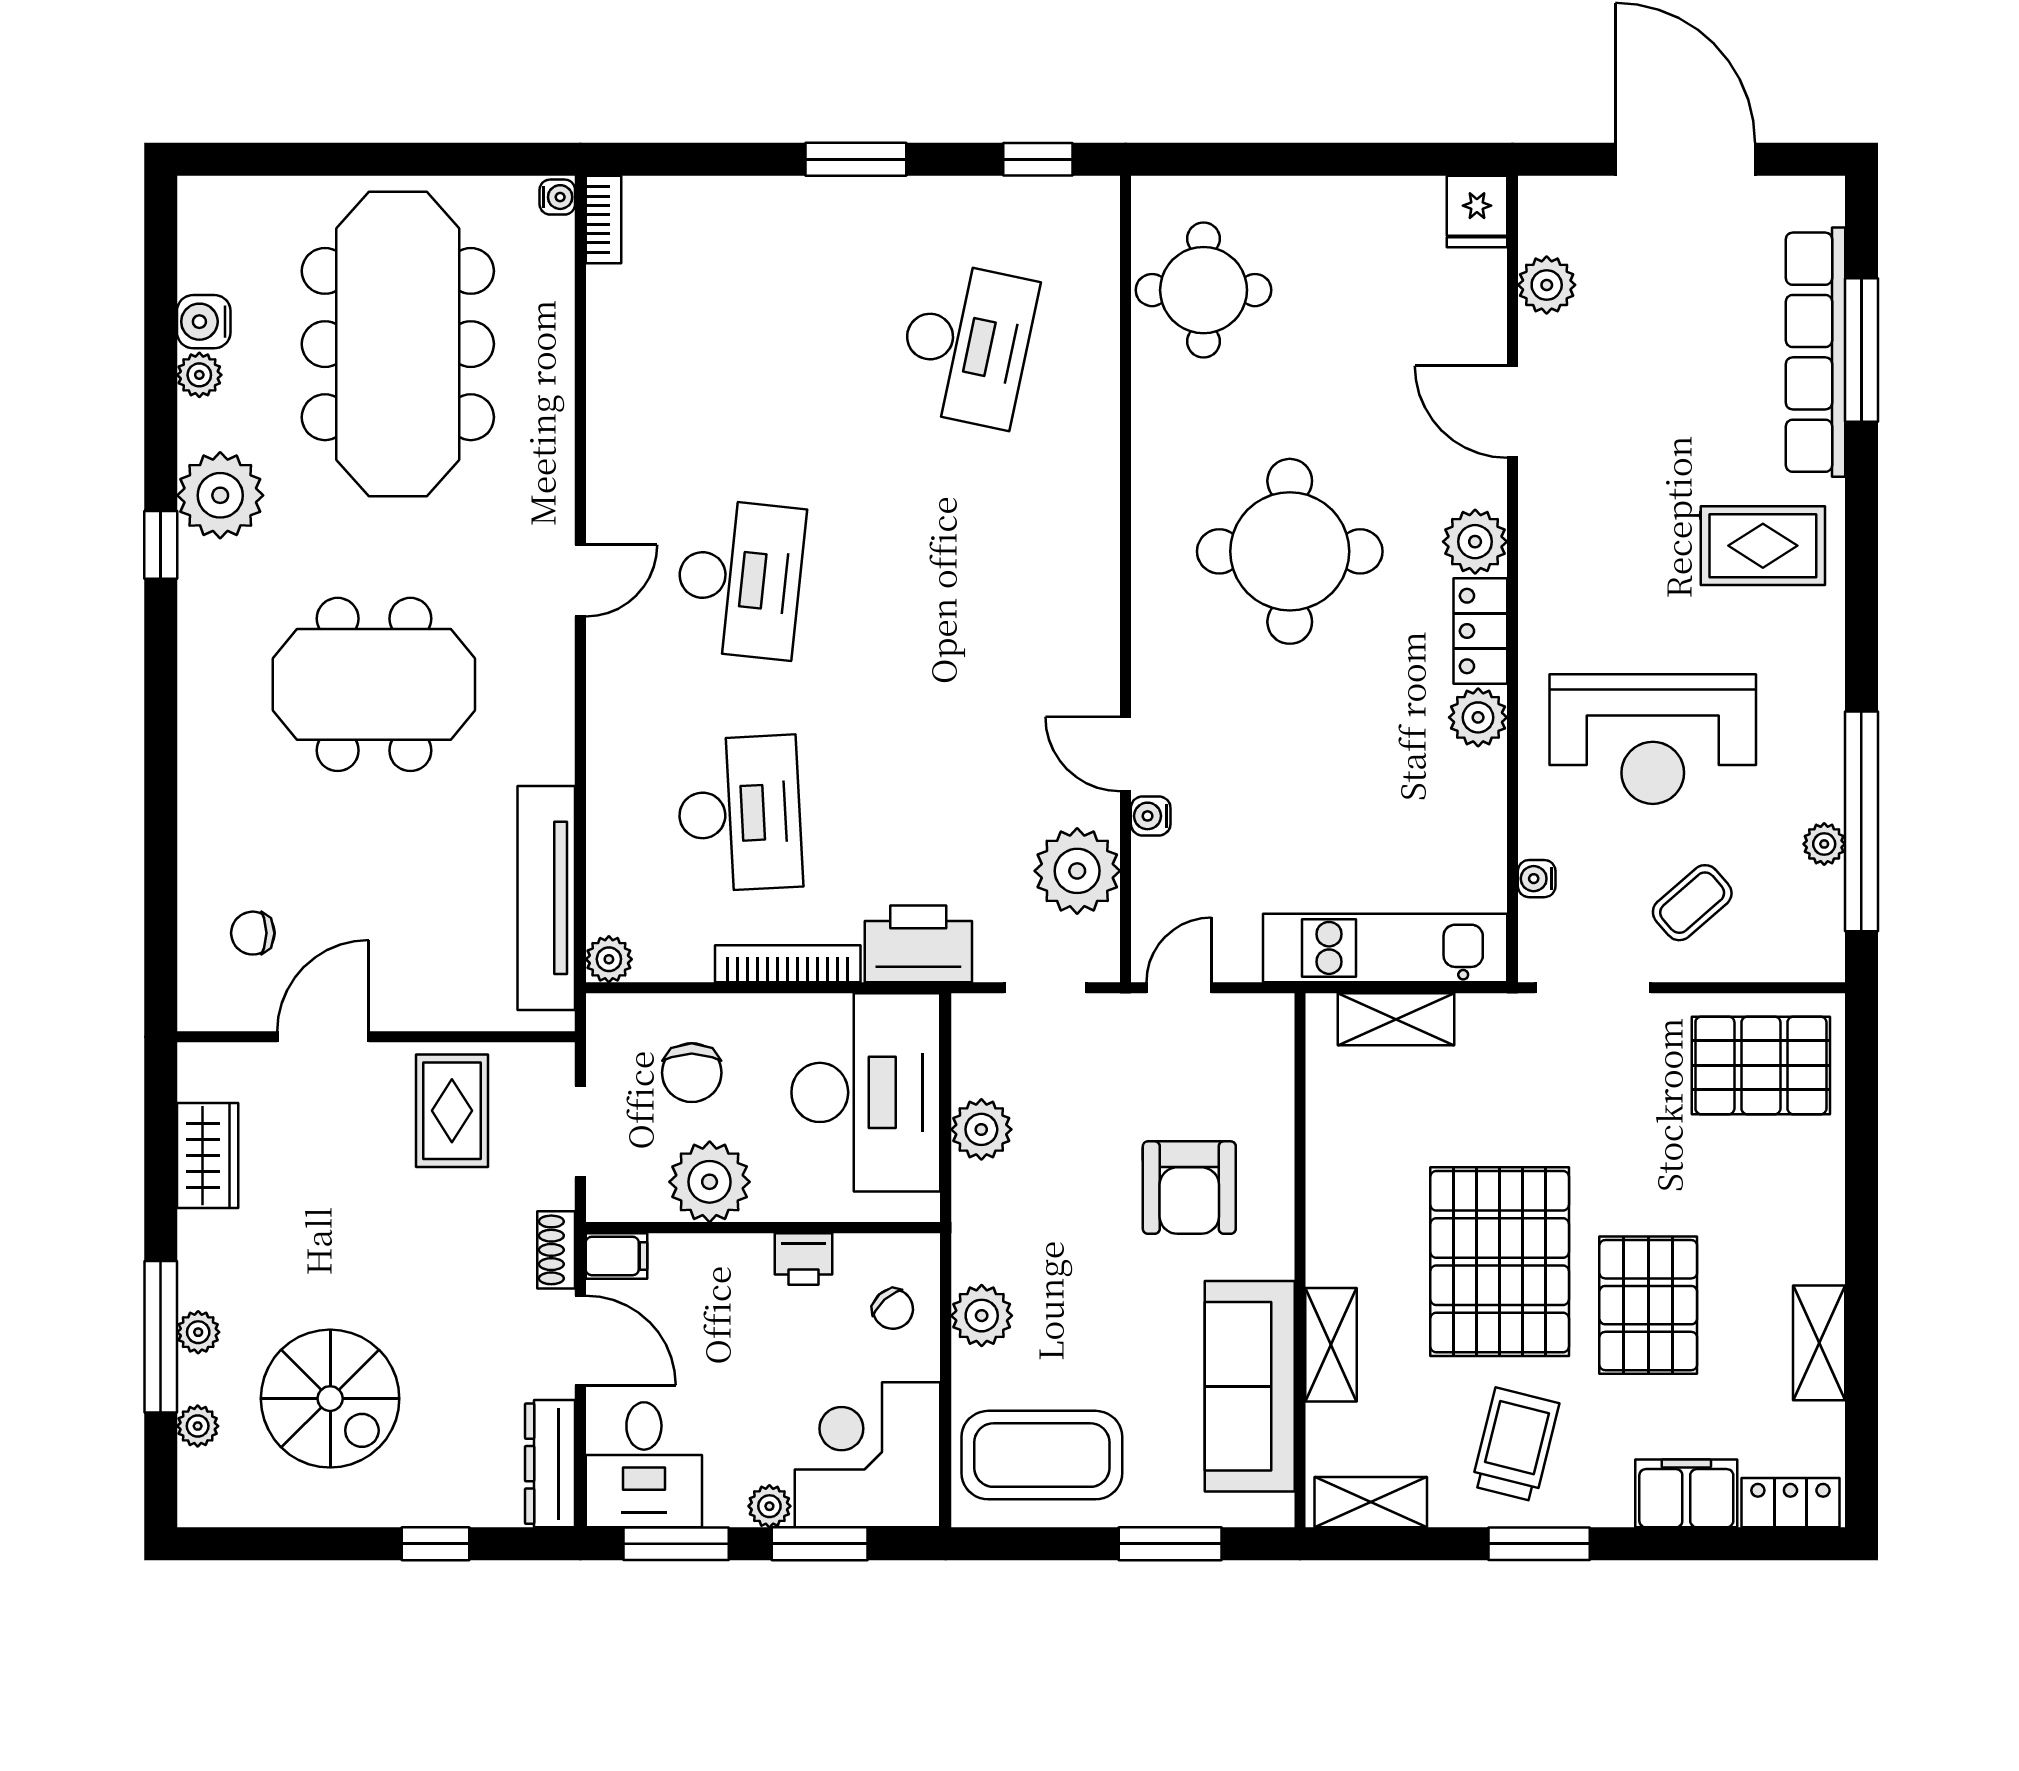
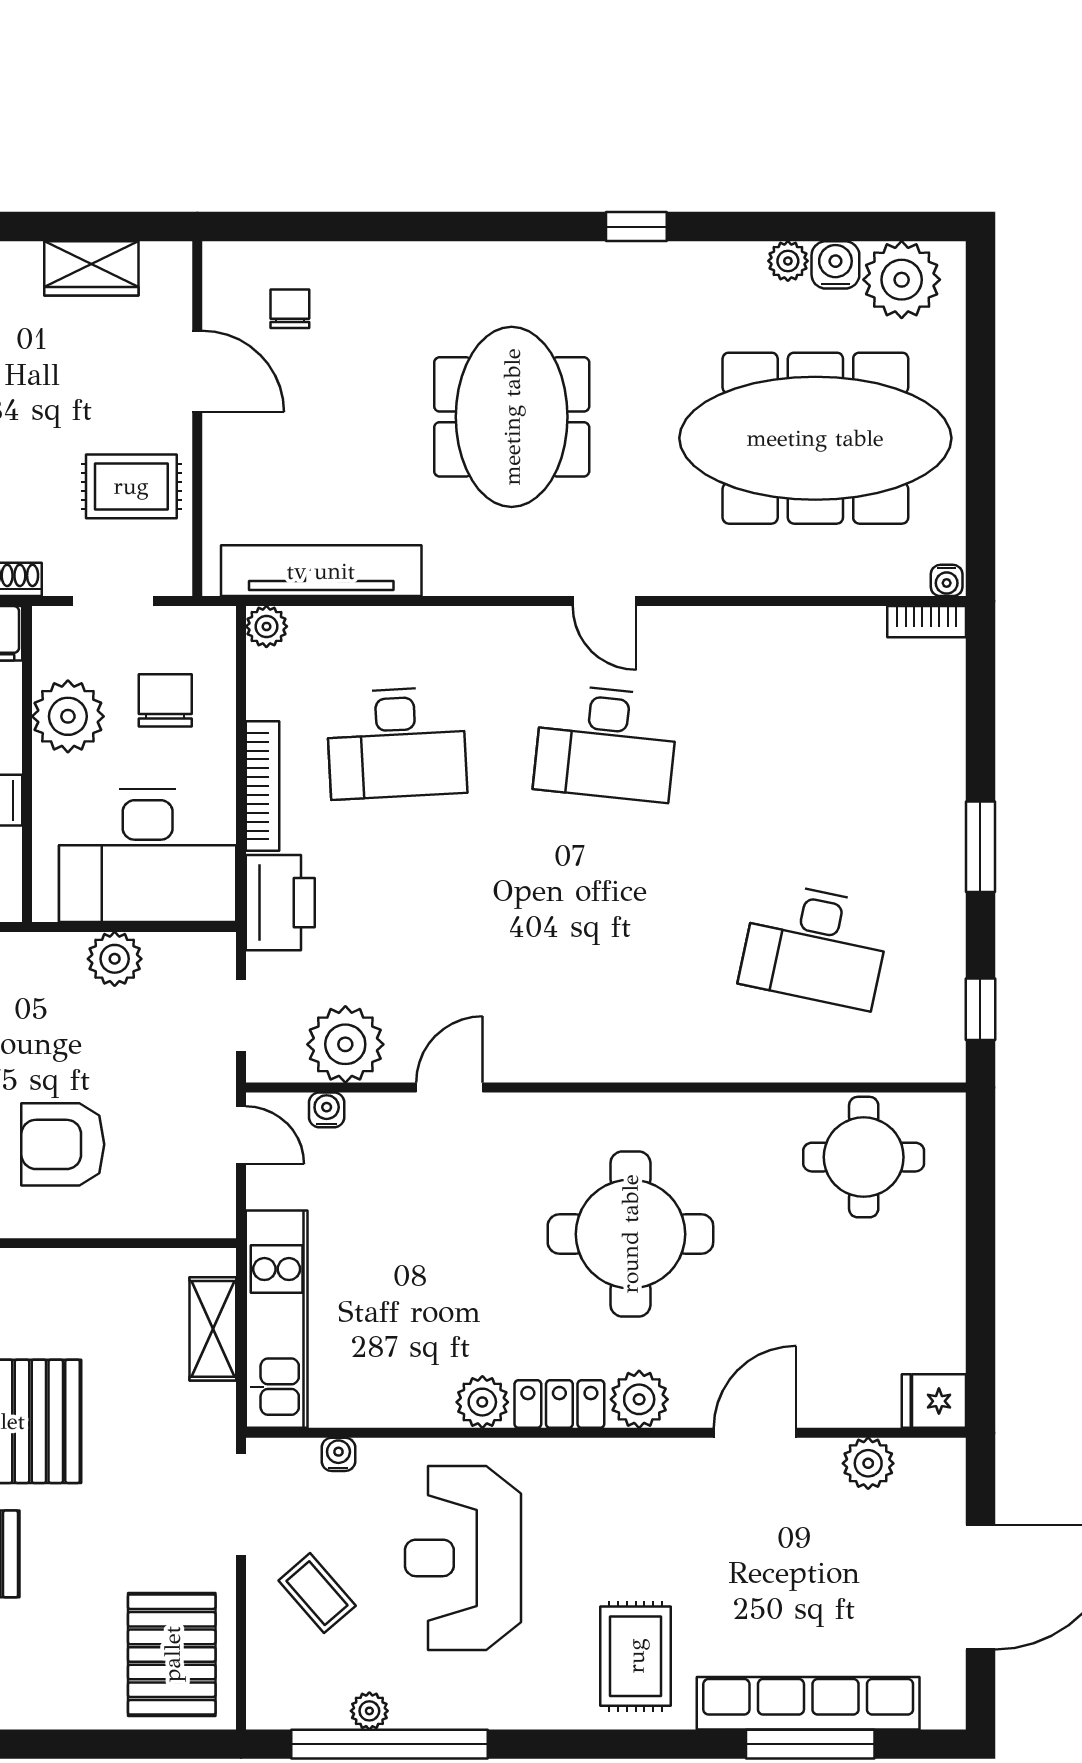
plant: (220, 495) -> (902, 280), moved
water cooler: (1151, 816) -> (327, 1110), moved
chair: (692, 1073) -> (165, 700), turned 90

